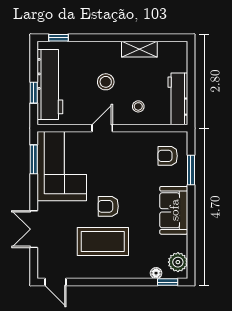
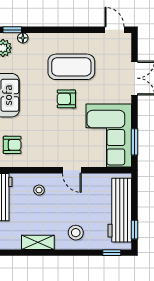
stool: (106, 82) -> (76, 233), moved
window: (34, 93) -> (134, 230), moved
door: (102, 128) -> (72, 170), hinge flipped
armchair: (108, 206) -> (66, 99), turned 180

